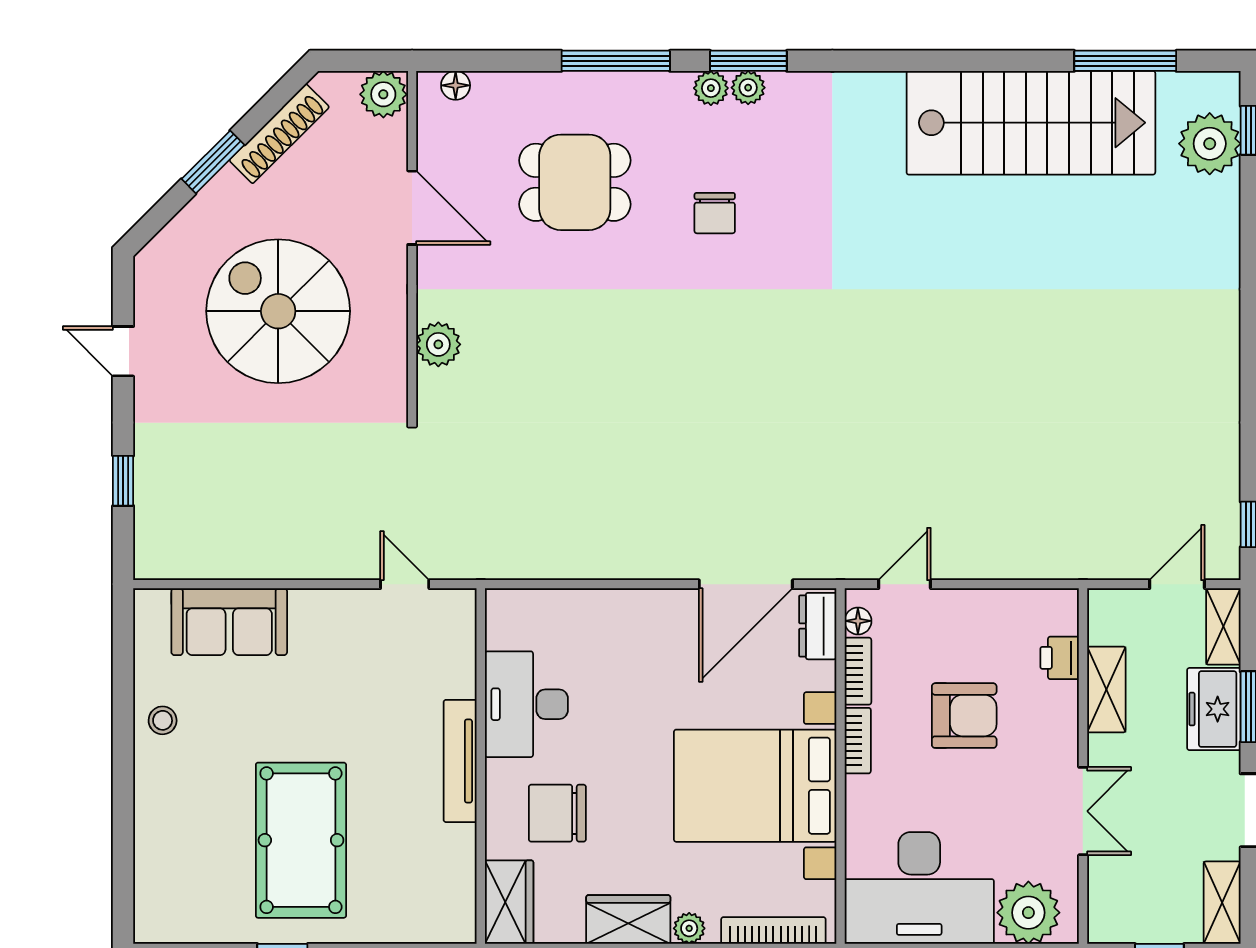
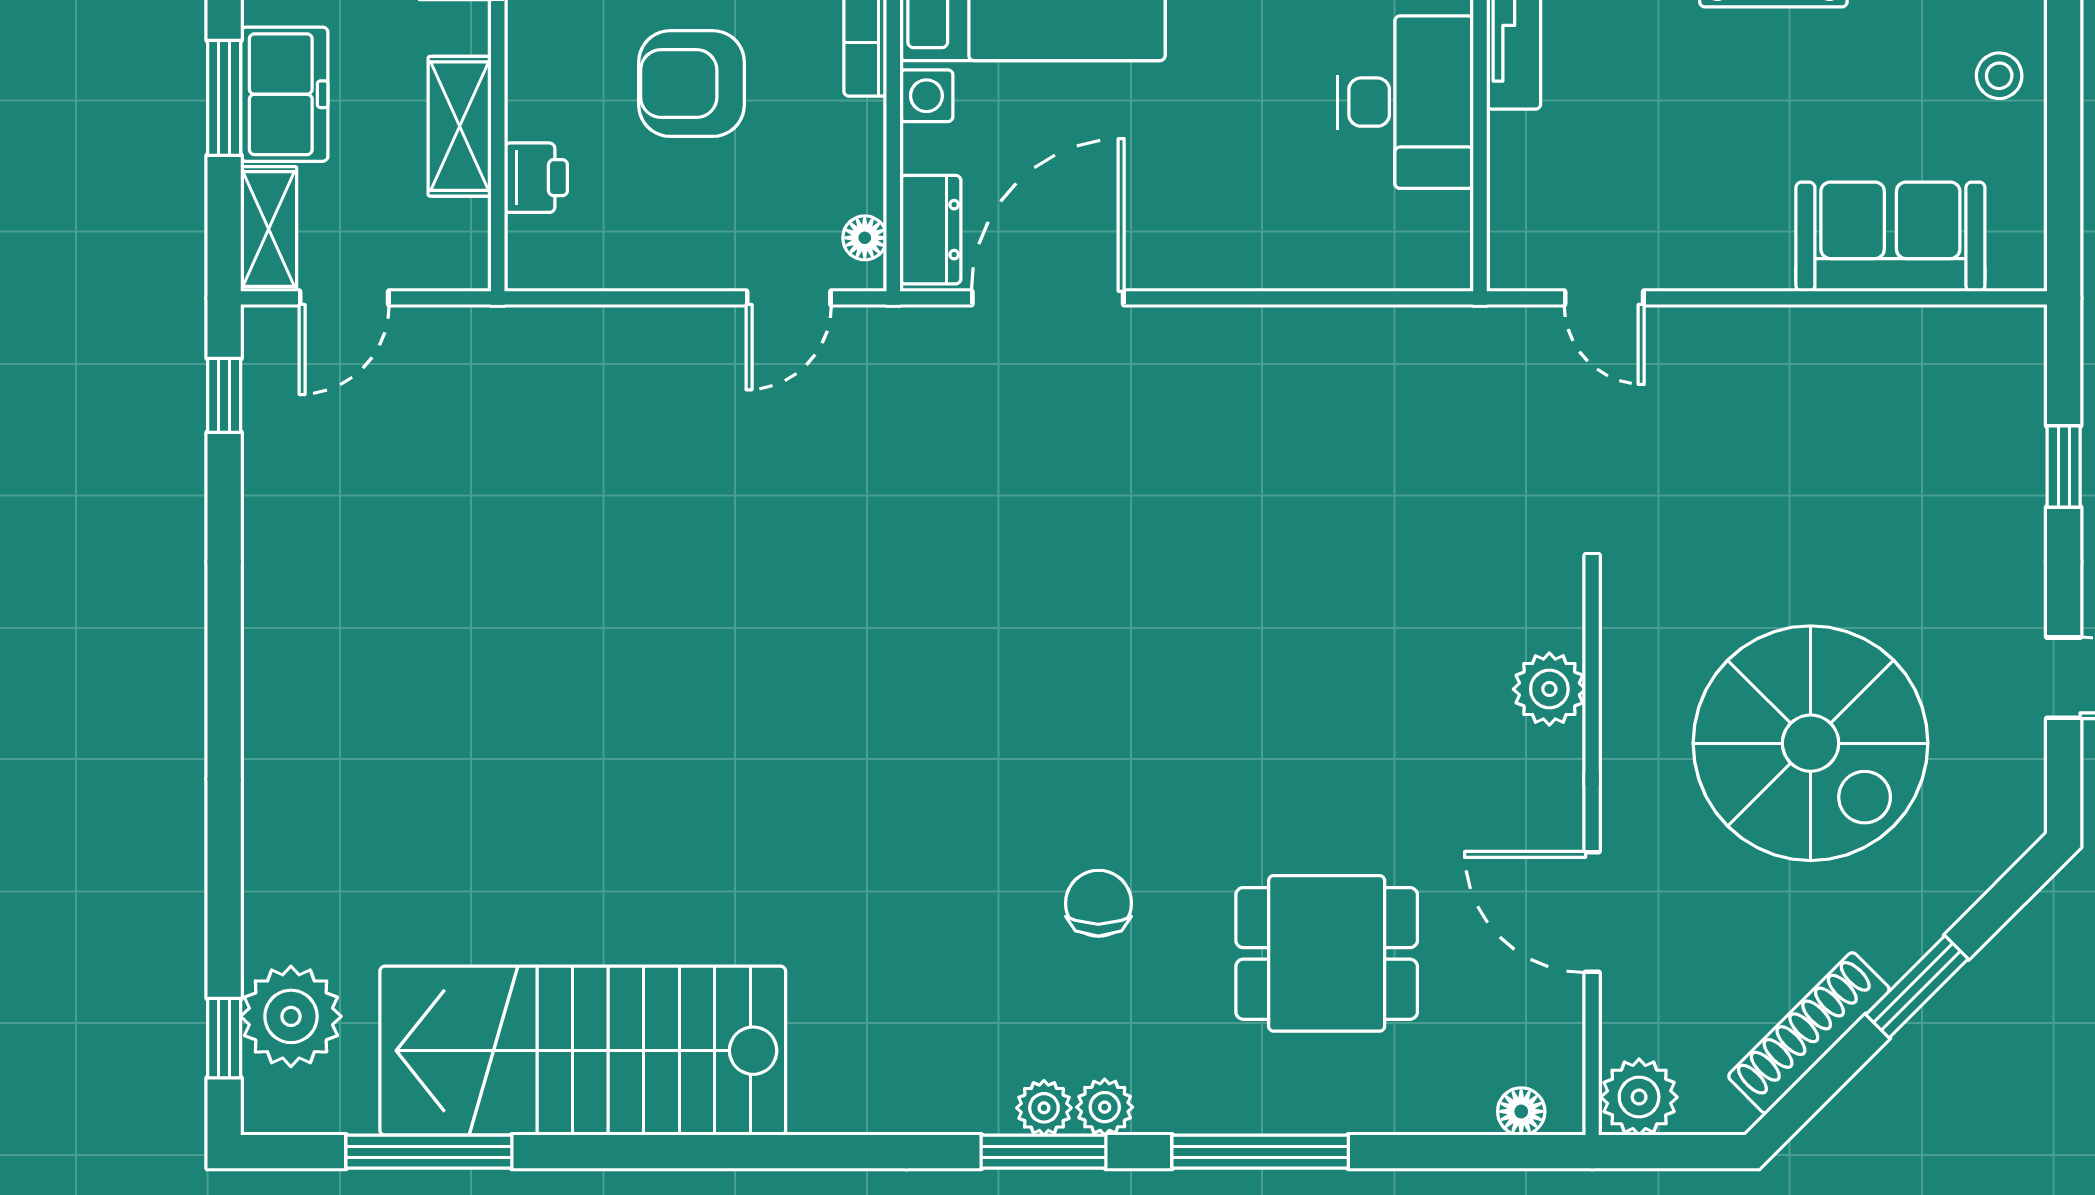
bookcase: (858, 671) -> (865, 156), removed

